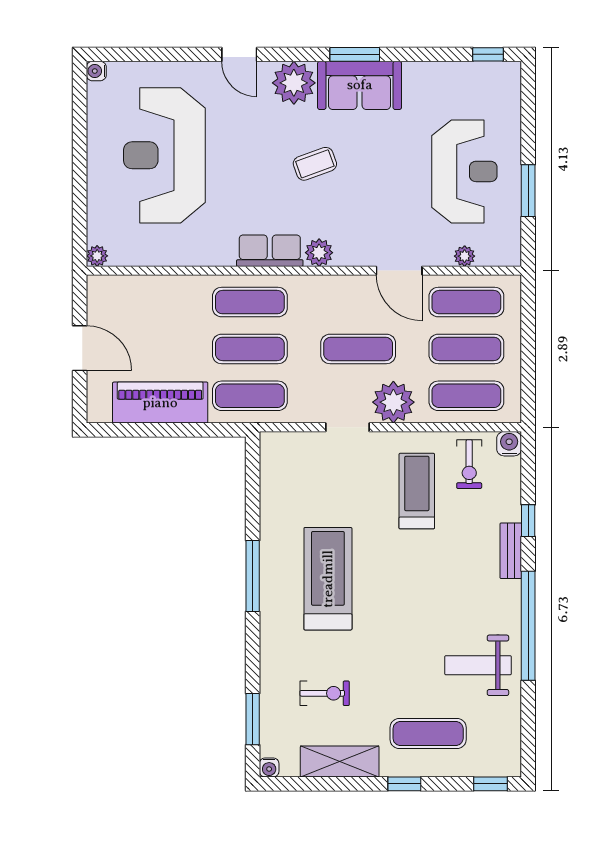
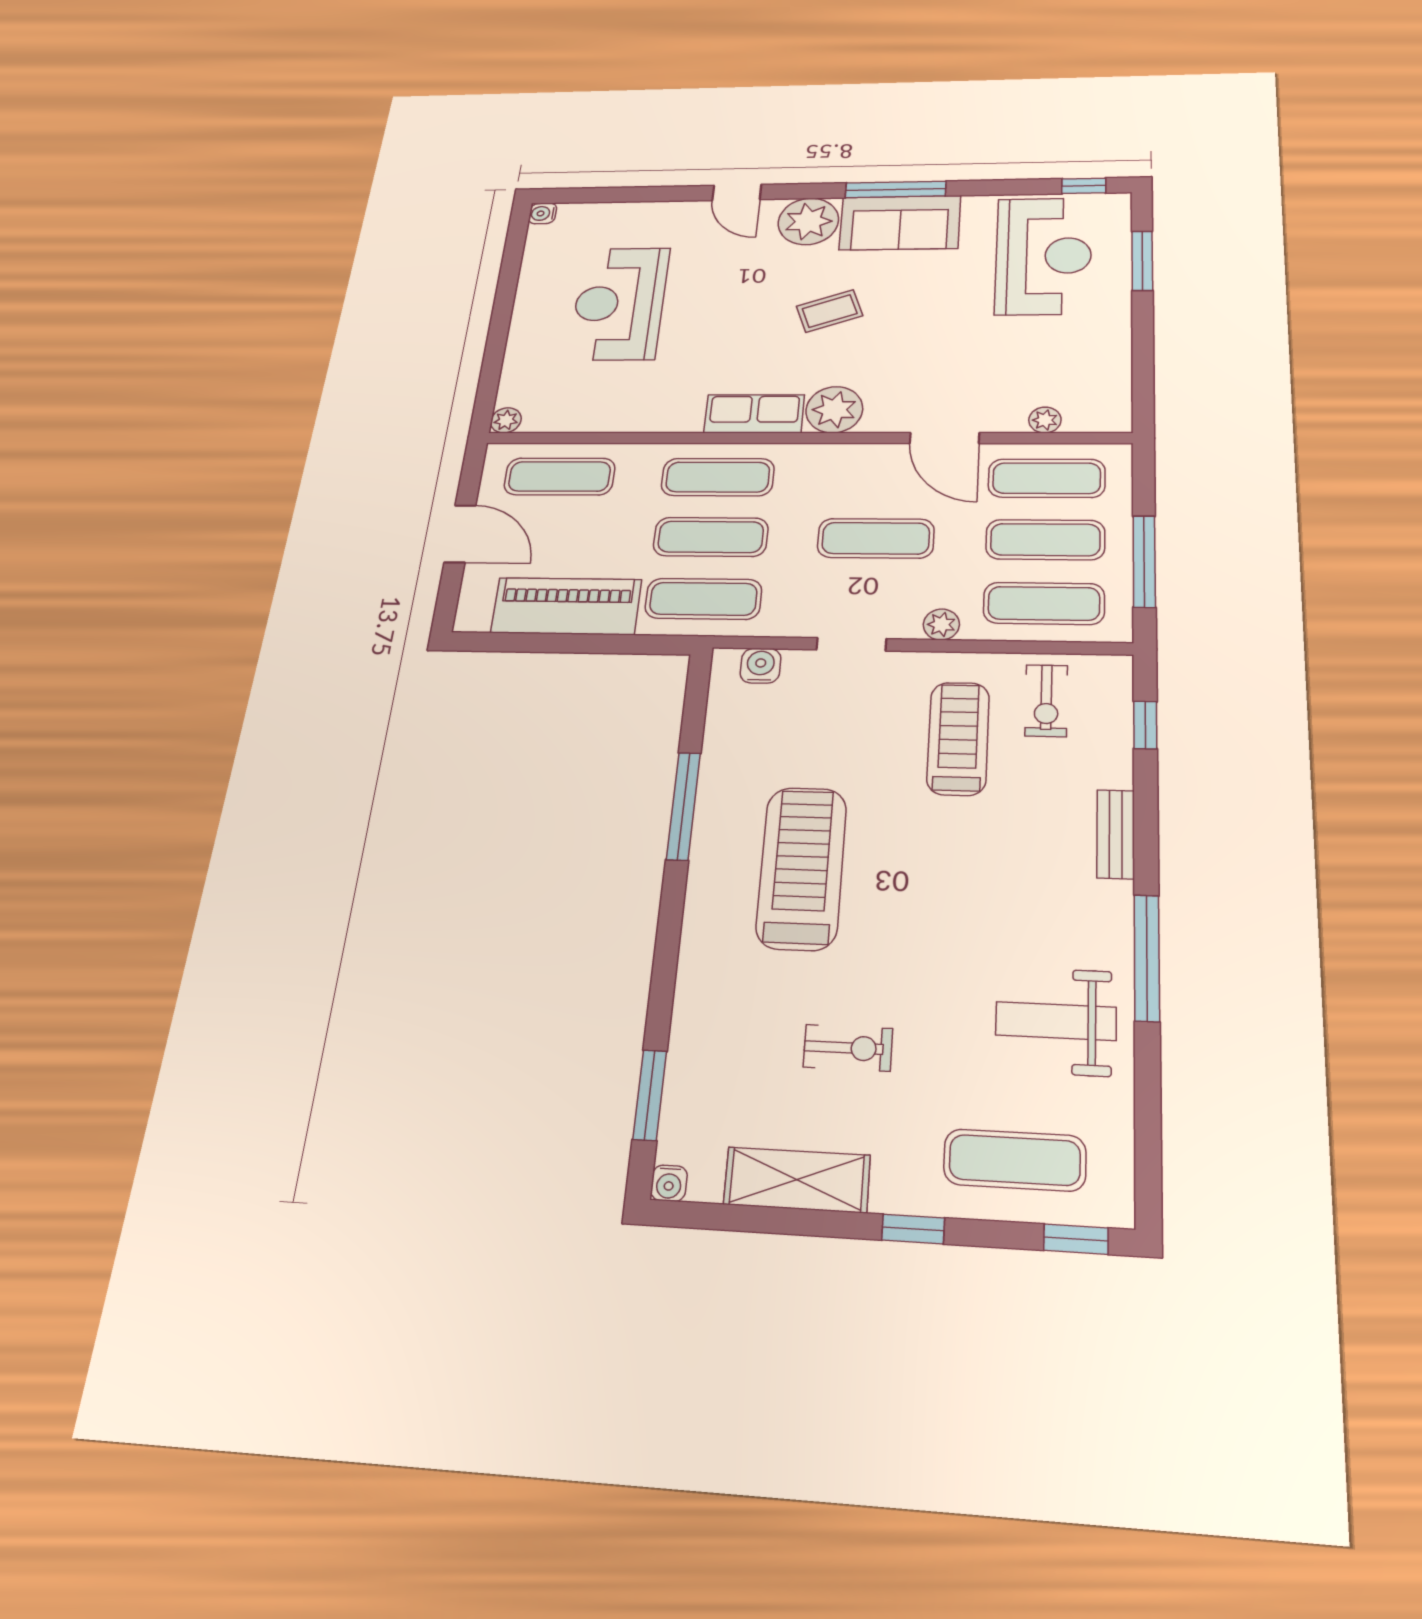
window: (355, 54) -> (896, 189), width x1.44
reception desk: (164, 155) -> (619, 303), width x0.74, depth x0.77
reception desk: (464, 171) -> (1043, 256), moved
window: (528, 191) -> (1142, 261), moved
plant: (319, 253) -> (834, 410), width x1.36, depth x1.36
exercise mat: (142, 302) -> (559, 477), added
window: (528, 364) -> (1144, 561), added
plant: (393, 402) -> (941, 624), width x0.53, depth x0.53
water cooler: (509, 444) -> (760, 666), moved
window: (528, 521) -> (1145, 725), moved
window: (253, 576) -> (683, 806), moved
window: (528, 626) -> (1147, 958), width x0.68
exercise bike: (325, 693) -> (848, 1048), moved
exercise mat: (428, 734) -> (1015, 1160), moved

